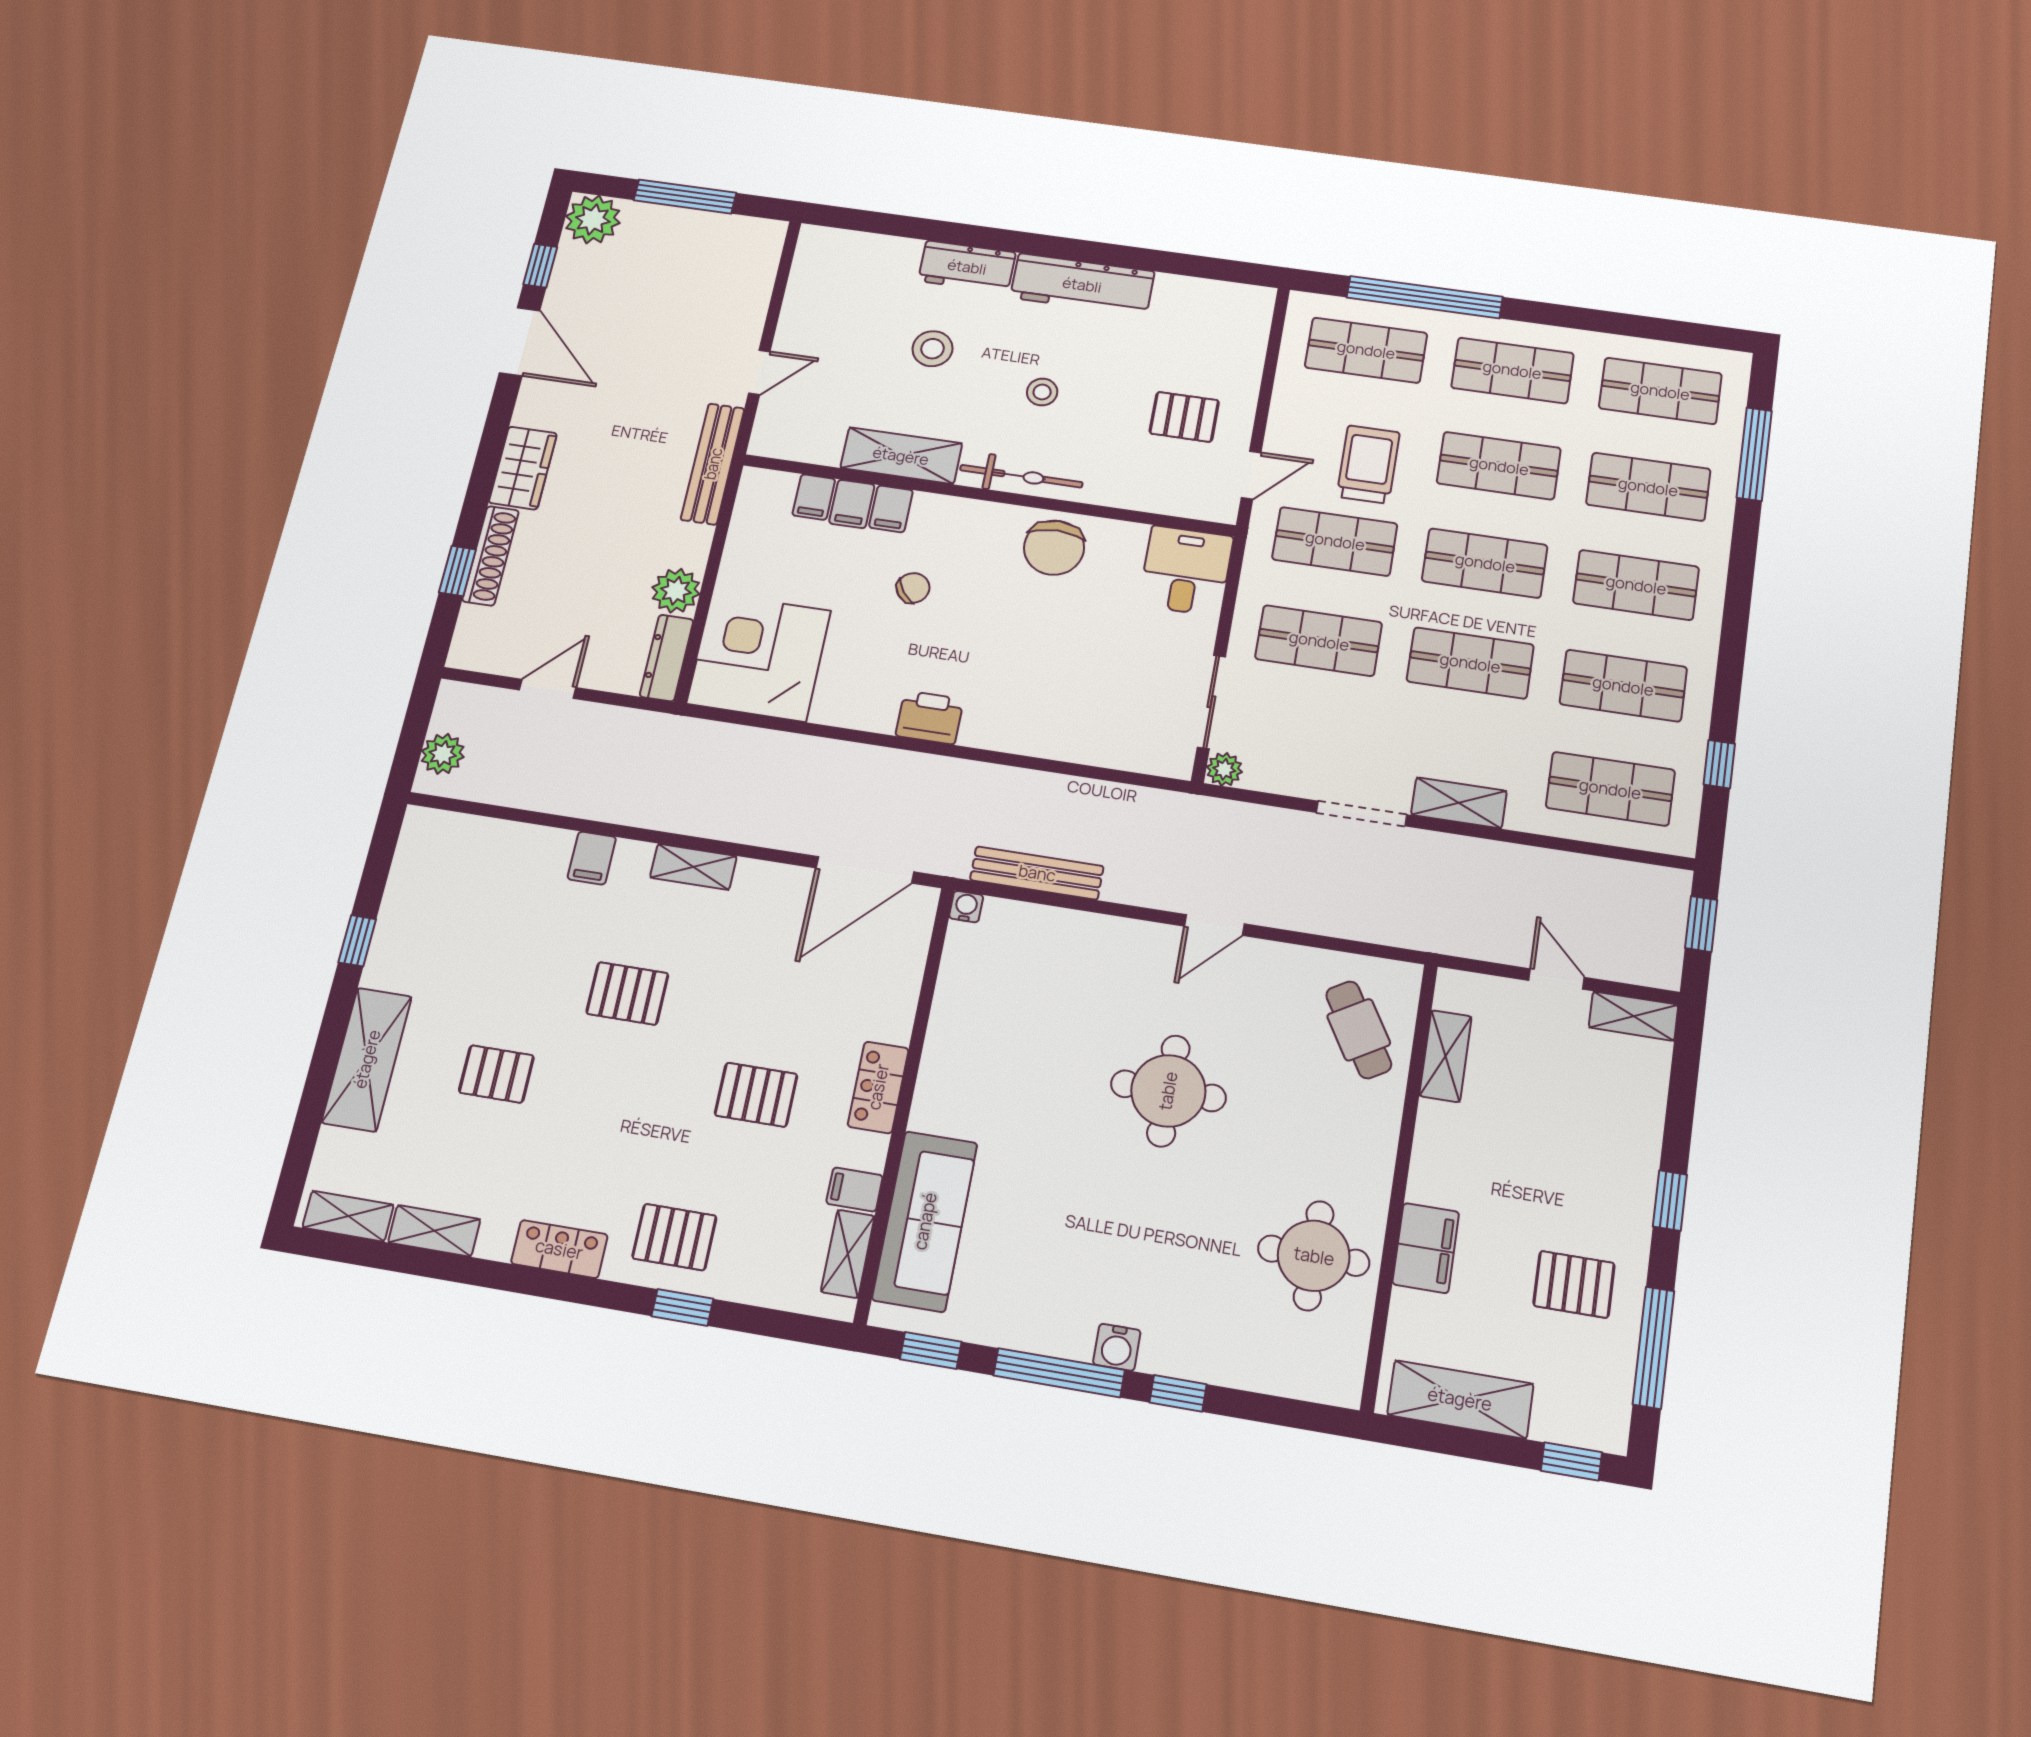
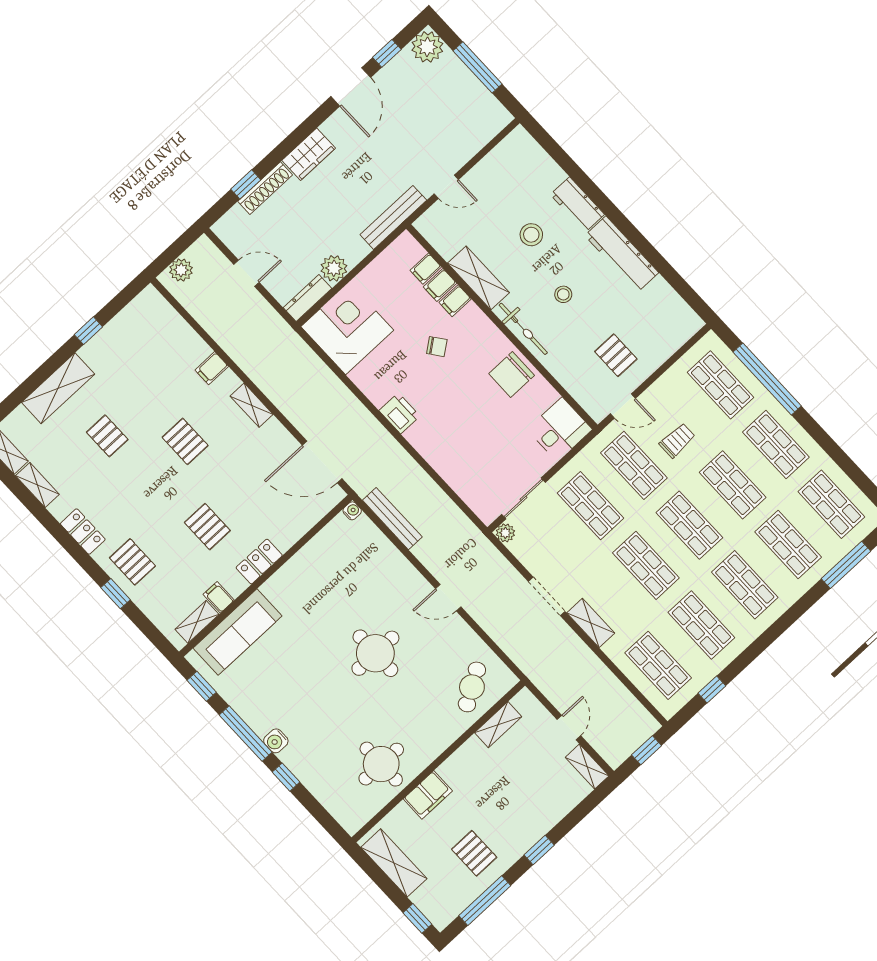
trolley: (1368, 464) -> (677, 440), width x0.73, depth x0.72

